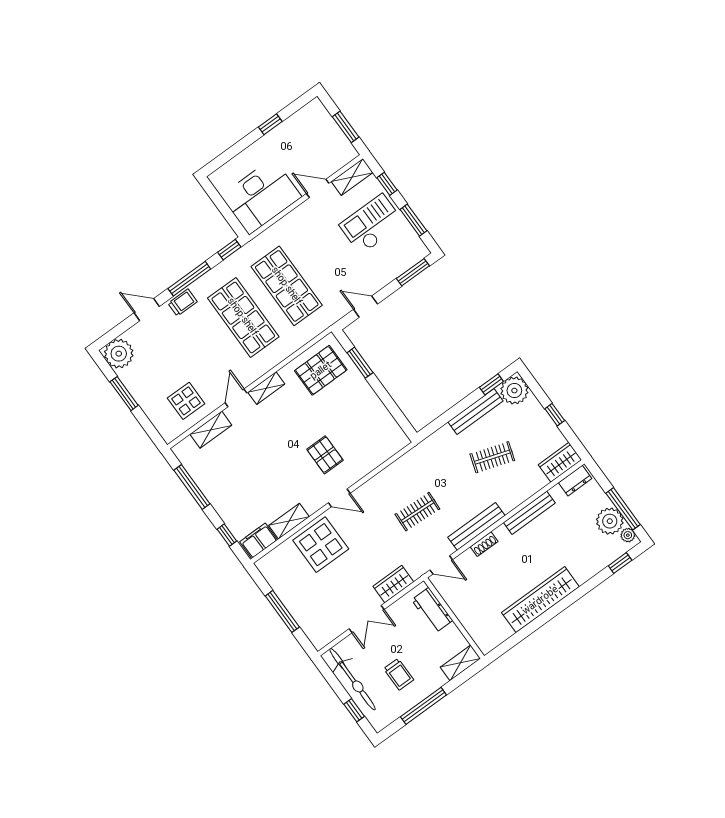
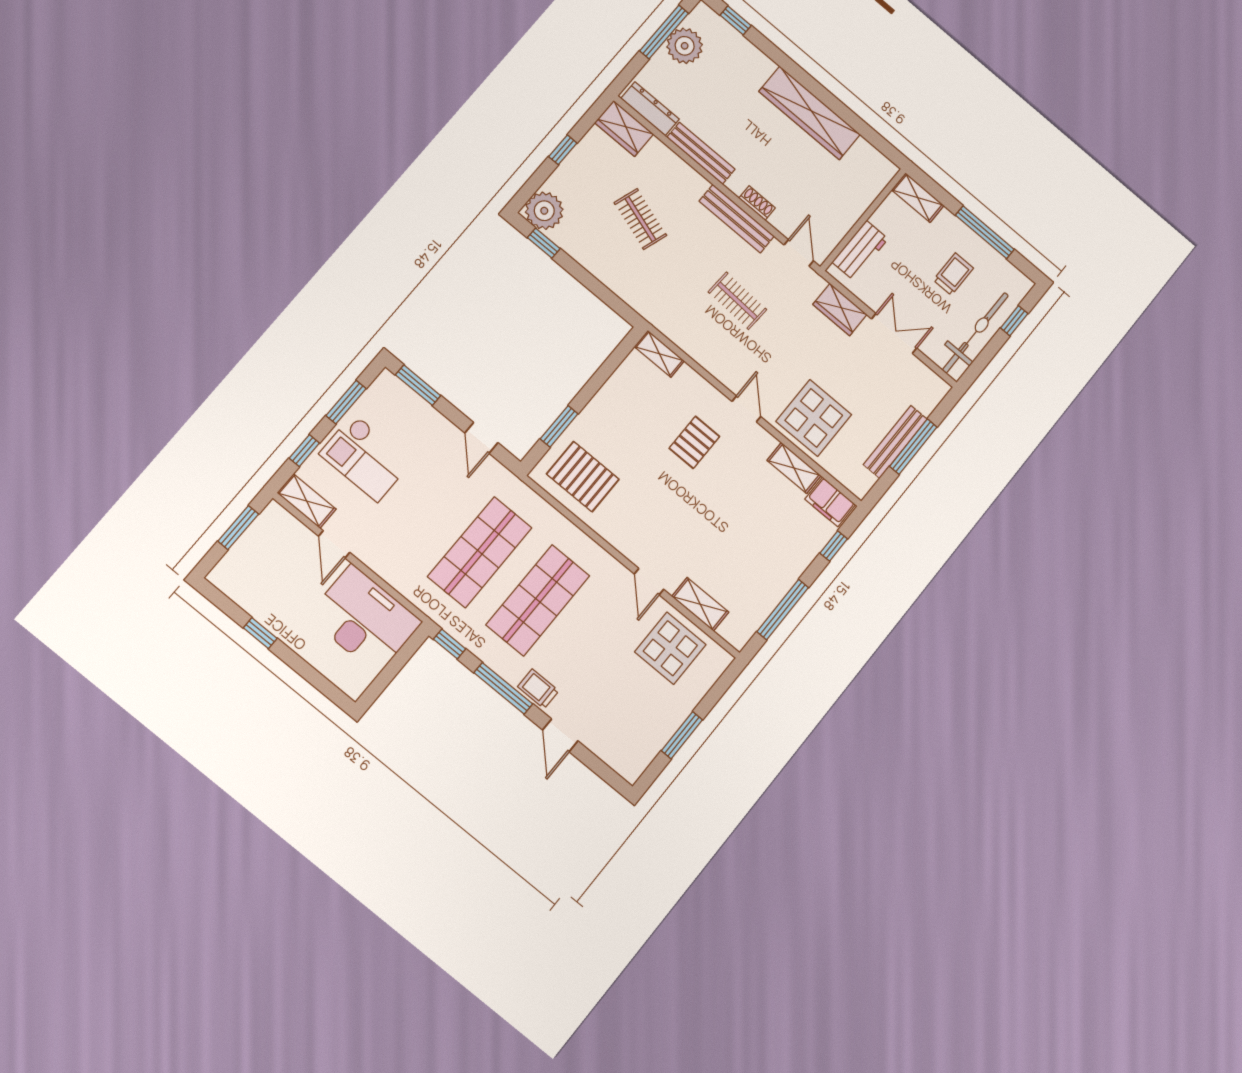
plant: (119, 354) -> (630, 757), removed
shelving: (266, 388) -> (659, 354), moved
door: (236, 398) -> (649, 582), hinge flipped
display table: (186, 401) -> (670, 648), width x1.36, depth x1.36
bench: (476, 412) -> (895, 442), moved, turned 90
dresser: (575, 481) -> (650, 109), width x1.44
plant: (628, 535) -> (697, 18), removed

